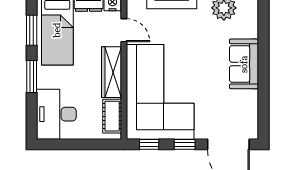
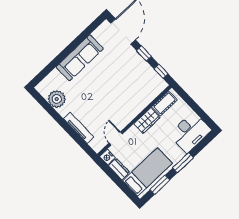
sofa: (244, 64) -> (80, 58), width x1.36
wardrobe: (111, 72) -> (147, 121), width x0.67
corner sofa: (160, 92) -> (129, 91), removed

